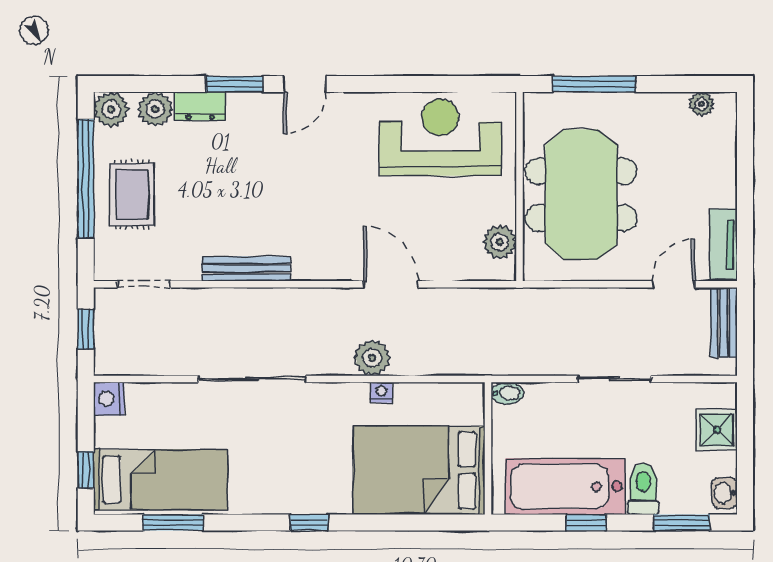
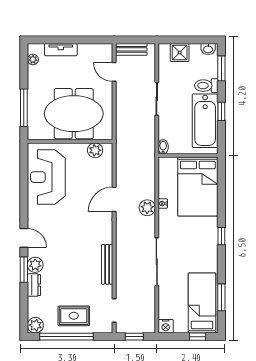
plant: (155, 109) -> (35, 265), moved
tv unit: (723, 245) -> (61, 50), moved

